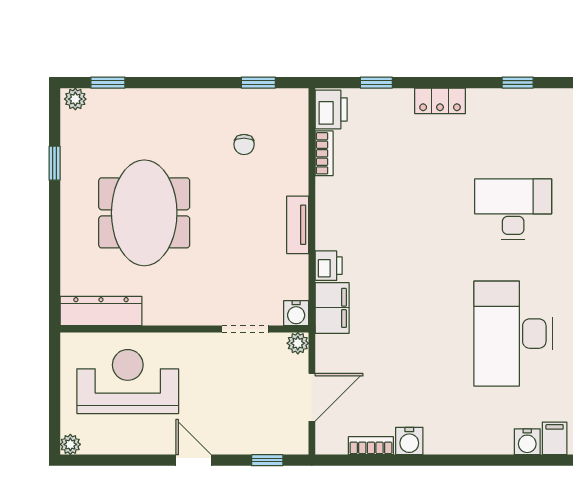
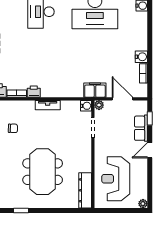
meeting table: (144, 213) -> (43, 172), turned 90
printer: (329, 266) -> (34, 92), moved
filing cabinet: (332, 308) -> (95, 90), moved
row of seats: (244, 440) -> (141, 128), added

